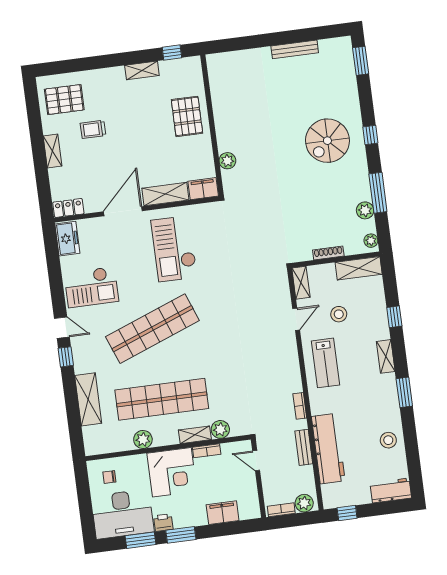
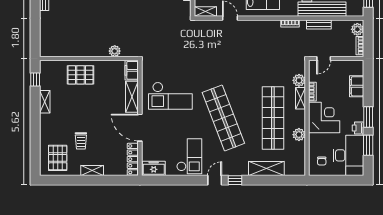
locker: (68, 208) -> (133, 159), width x1.53

